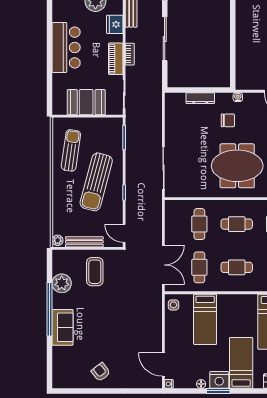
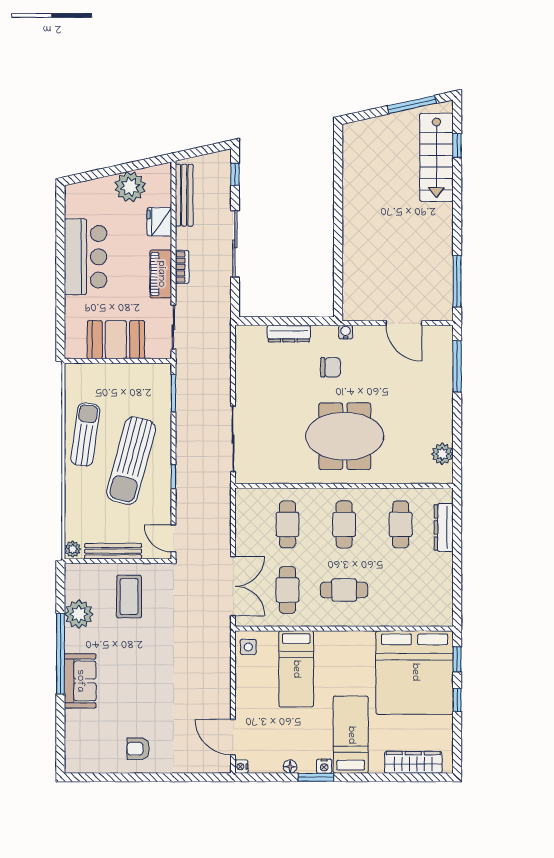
sun lounger: (71, 150) -> (85, 435), moved
cafe table: (237, 224) -> (344, 524), turned 90
armchair: (101, 372) -> (138, 749), turned -52
nightstand: (219, 380) -> (324, 766), width x0.53, depth x0.56

